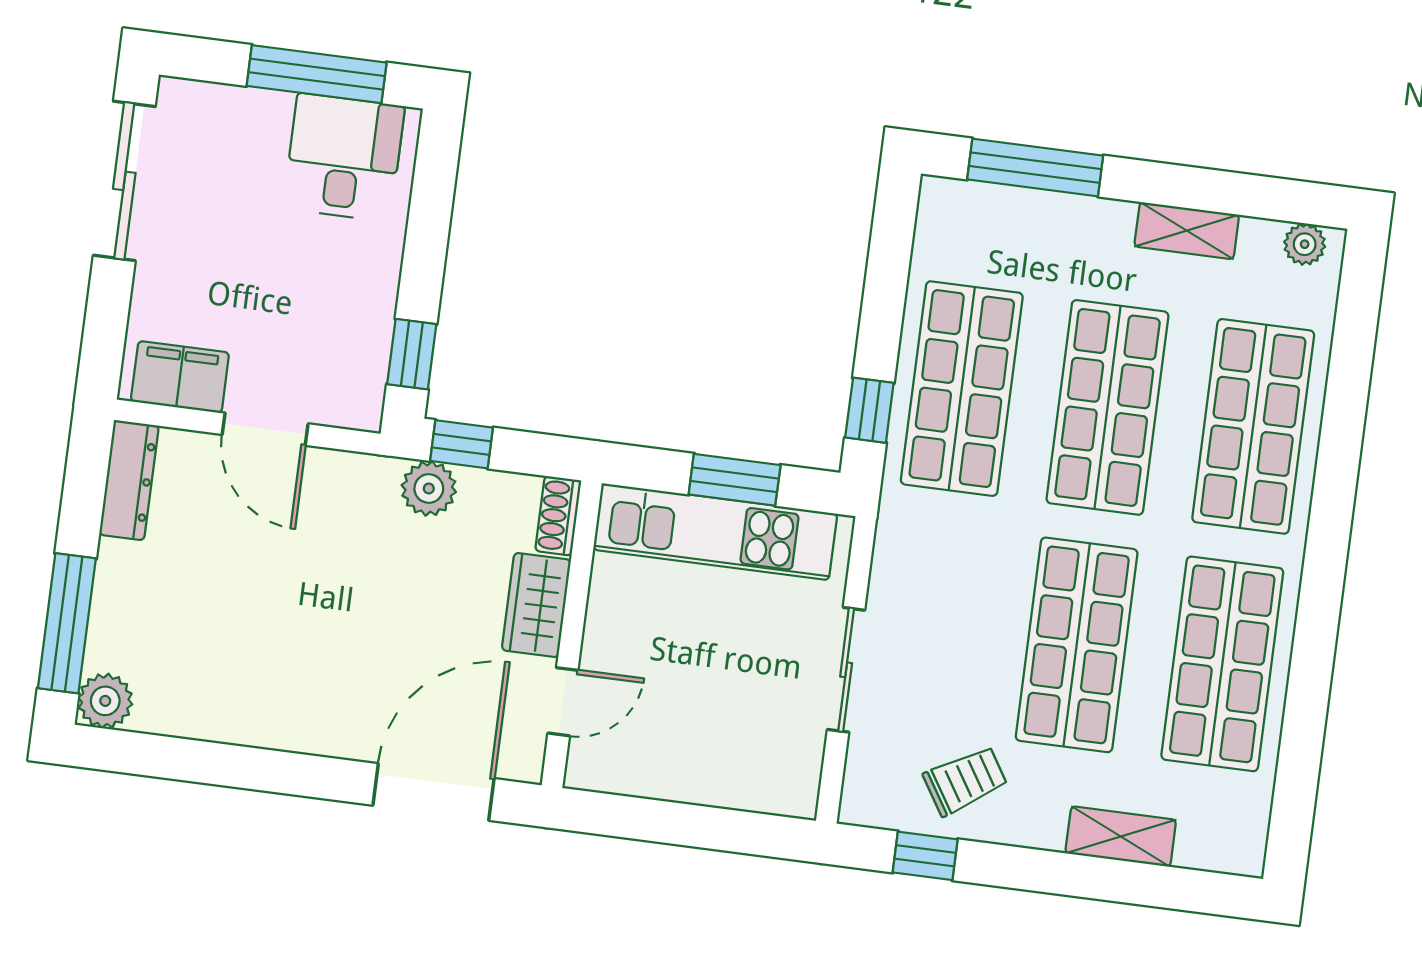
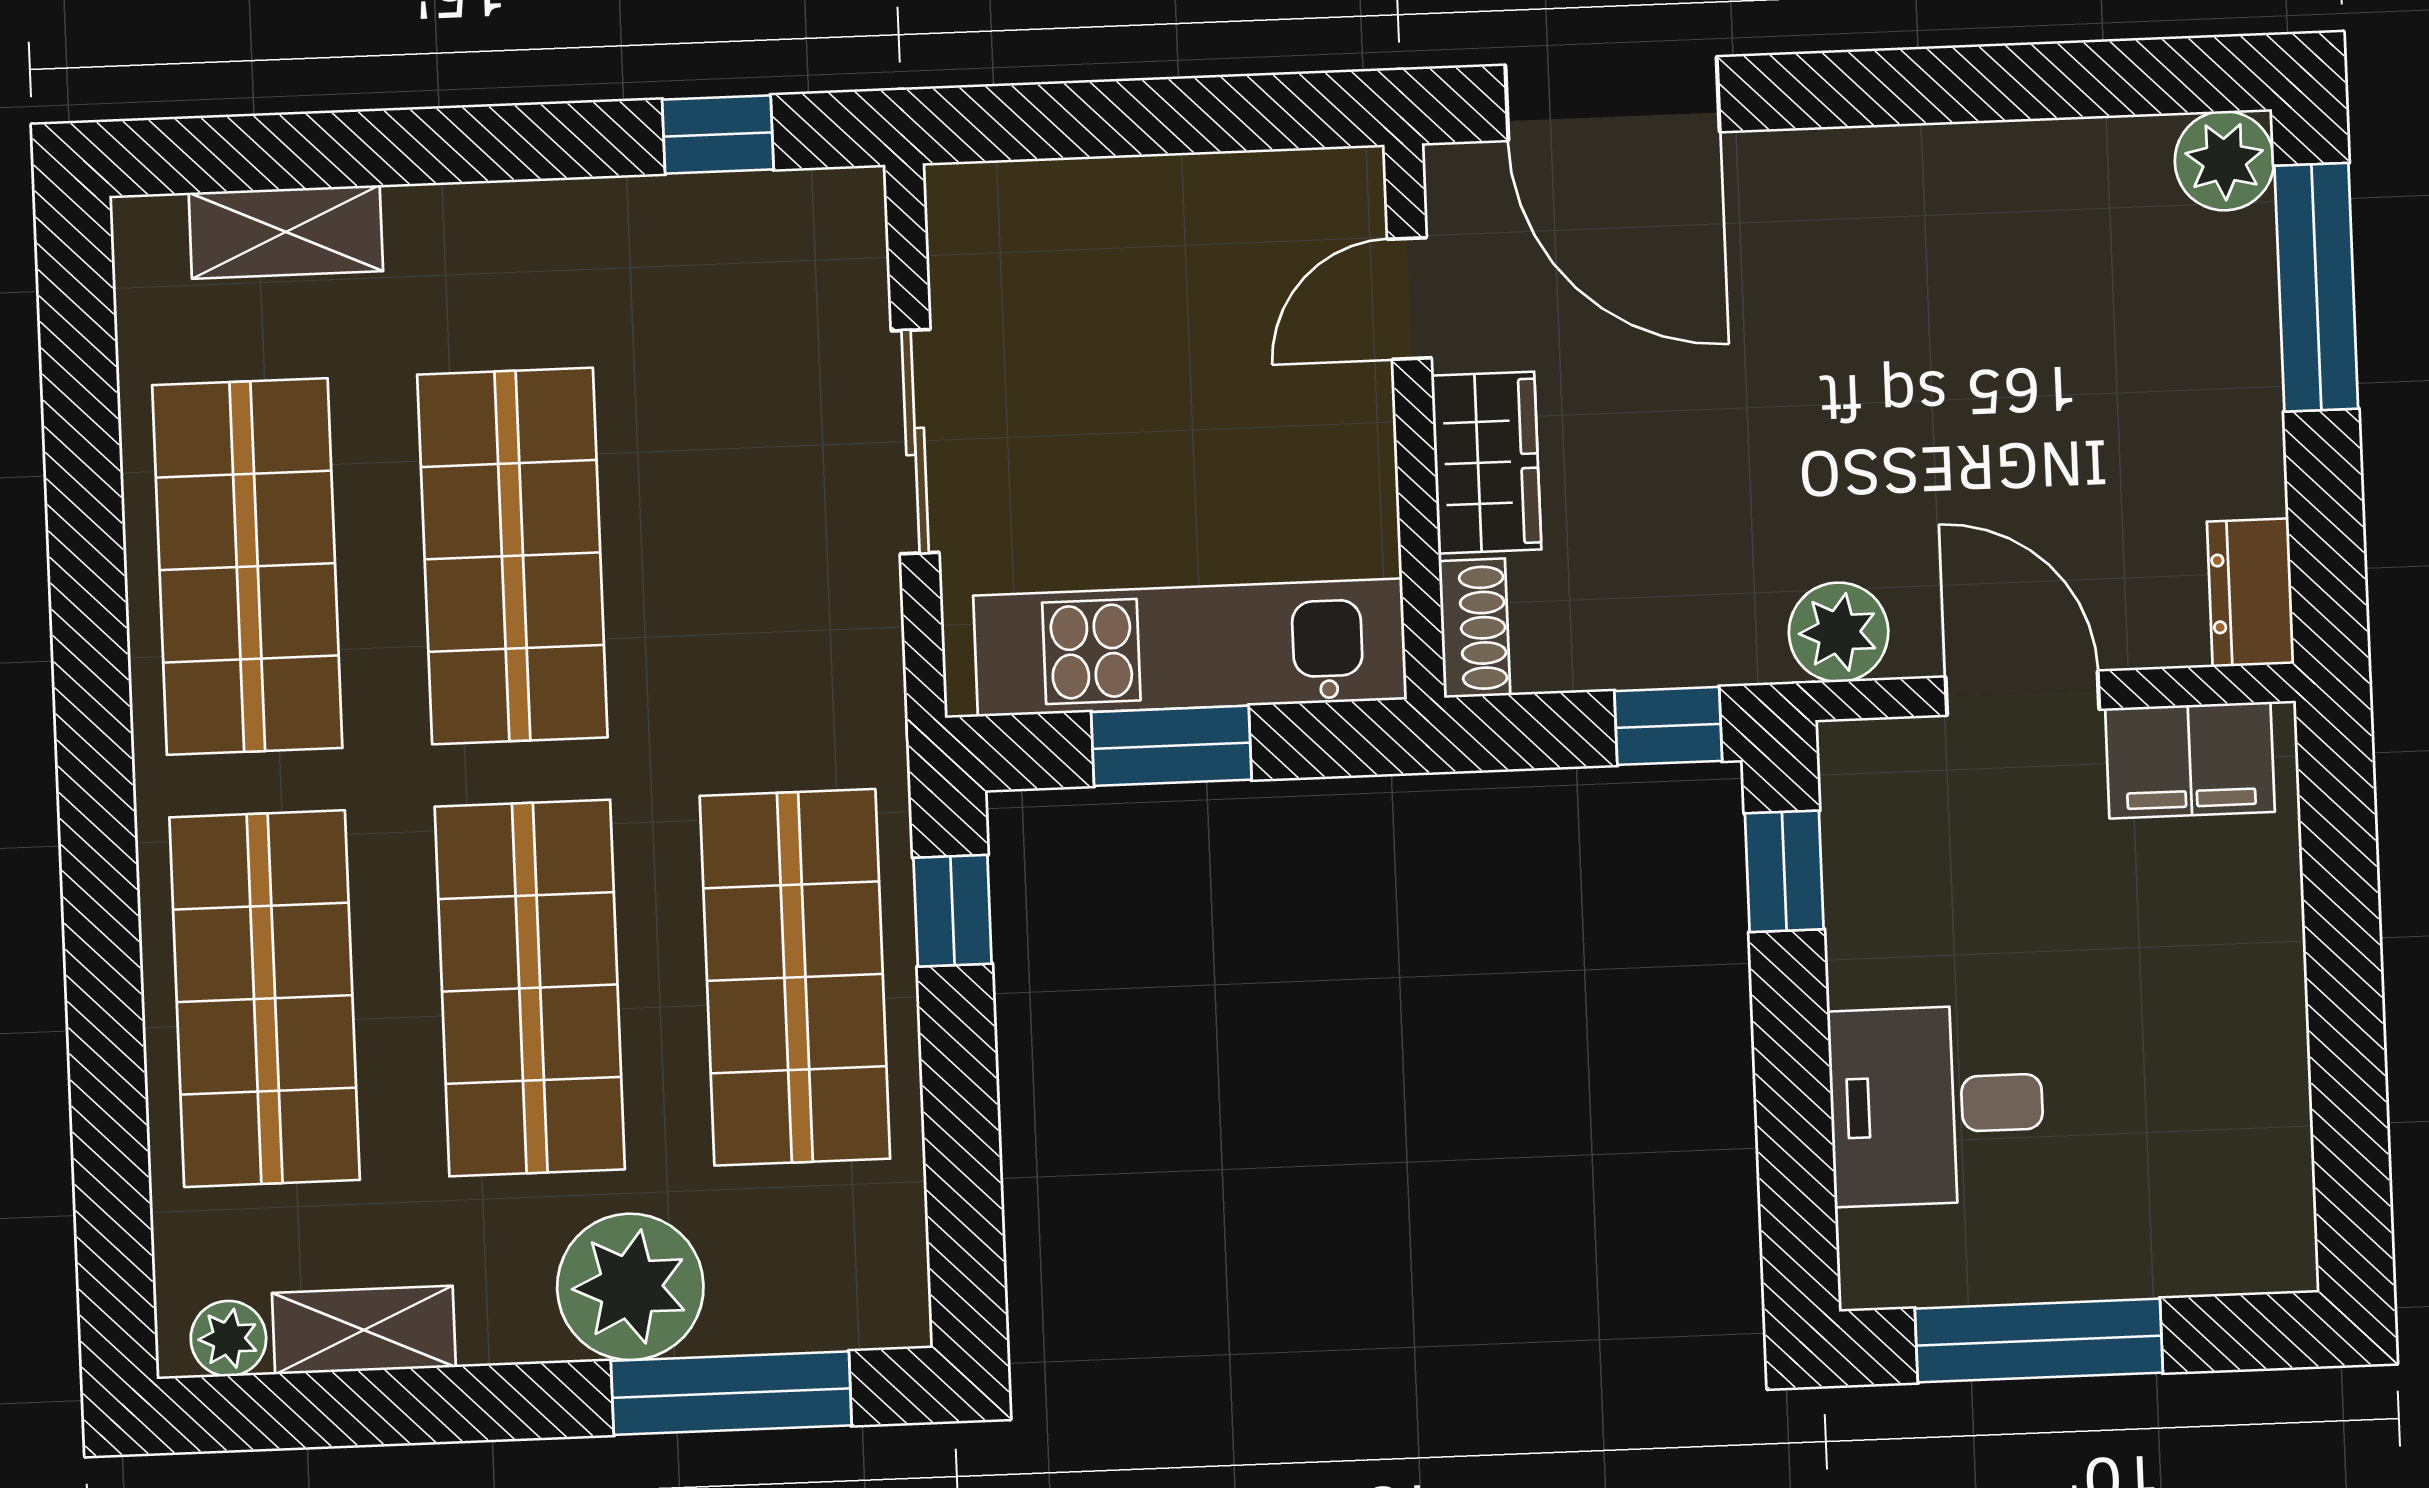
desk: (344, 157) -> (1936, 1105), moved, turned 90
sliding door: (124, 181) -> (2349, 1092), removed
shelving: (1187, 231) -> (364, 1330), moved
plant: (1080, 235) -> (630, 1287), added
dresser: (129, 480) -> (2251, 593), width x0.70
plant: (429, 488) -> (1839, 632), moved
trolley: (965, 781) -> (669, 281), removed
door: (433, 792) -> (1612, 99), hinge flipped
shelving: (1121, 837) -> (286, 232), moved

